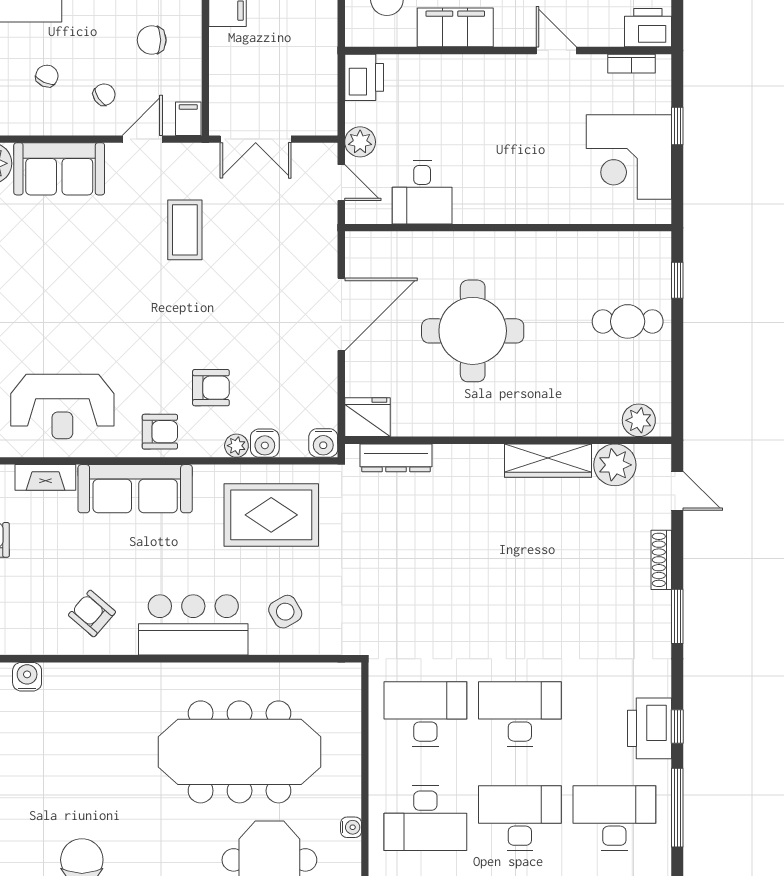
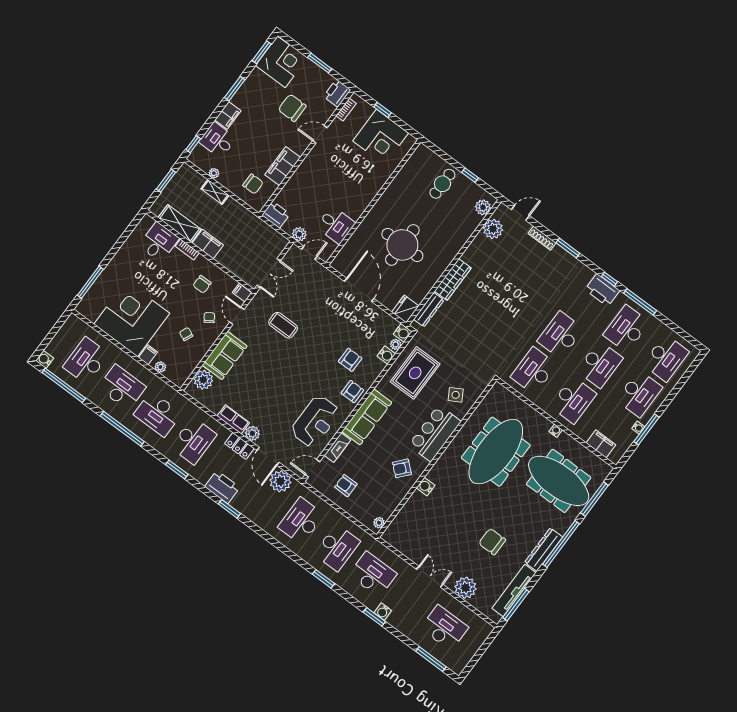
window: (677, 280) -> (470, 175), moved
plant: (236, 446) -> (396, 344), moved
wardrobe: (548, 461) -> (453, 280), moved
water cooler: (27, 677) -> (426, 487), moved
desk: (520, 818) -> (600, 364), turned 180

